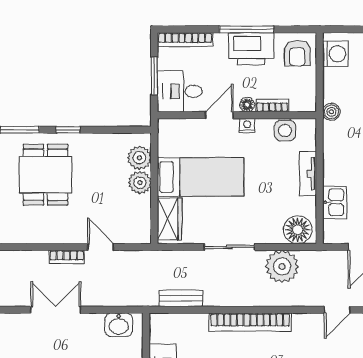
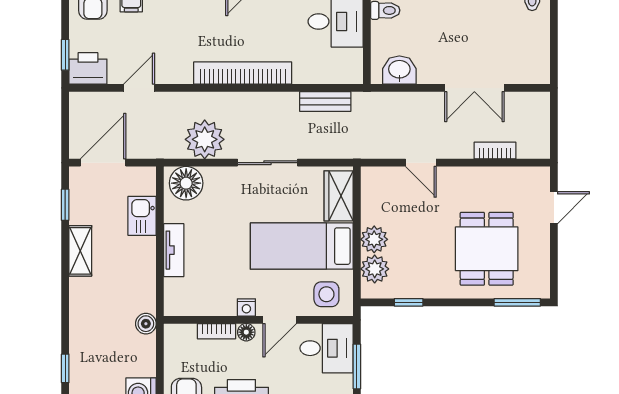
window: (68, 130) -> (409, 302), moved
side table: (285, 130) -> (326, 294), moved
bookcase: (67, 257) -> (495, 151), moved

